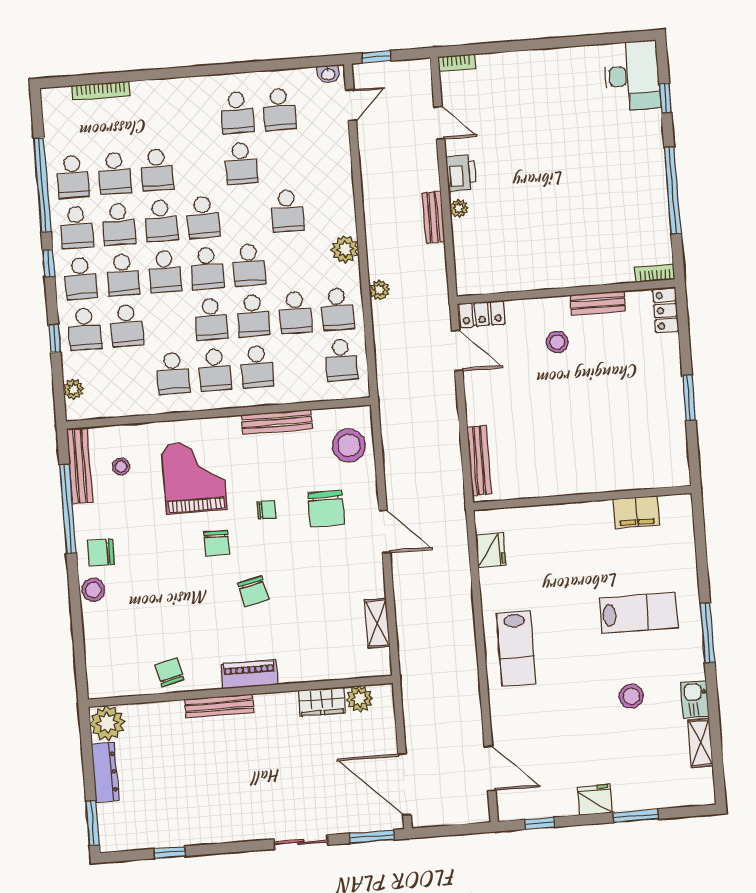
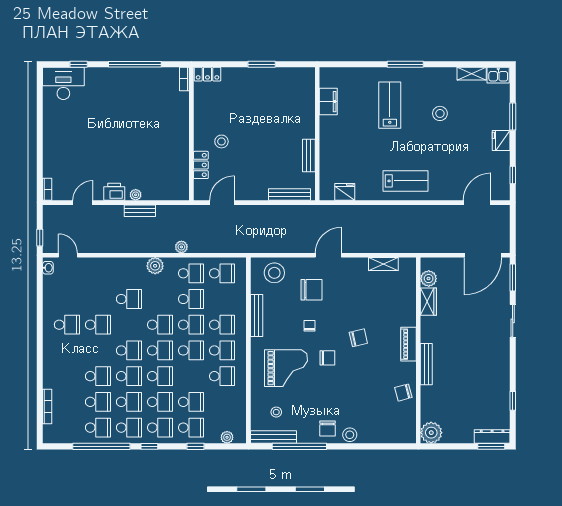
school desk: (279, 109) -> (67, 299), removed
bench: (598, 303) -> (309, 156), moved
locker: (482, 314) -> (201, 165), moved
grand piano: (194, 477) -> (286, 368), turned 180
kitchen sink: (695, 699) -> (498, 75), moved
dresser: (105, 772) -> (492, 436), moved

